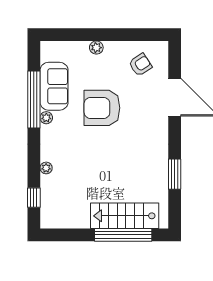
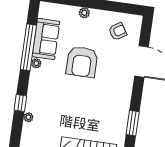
armchair: (102, 108) -> (82, 62), turned -90
plant: (46, 168) -> (28, 117), moved
window: (34, 198) -> (20, 103), moved

